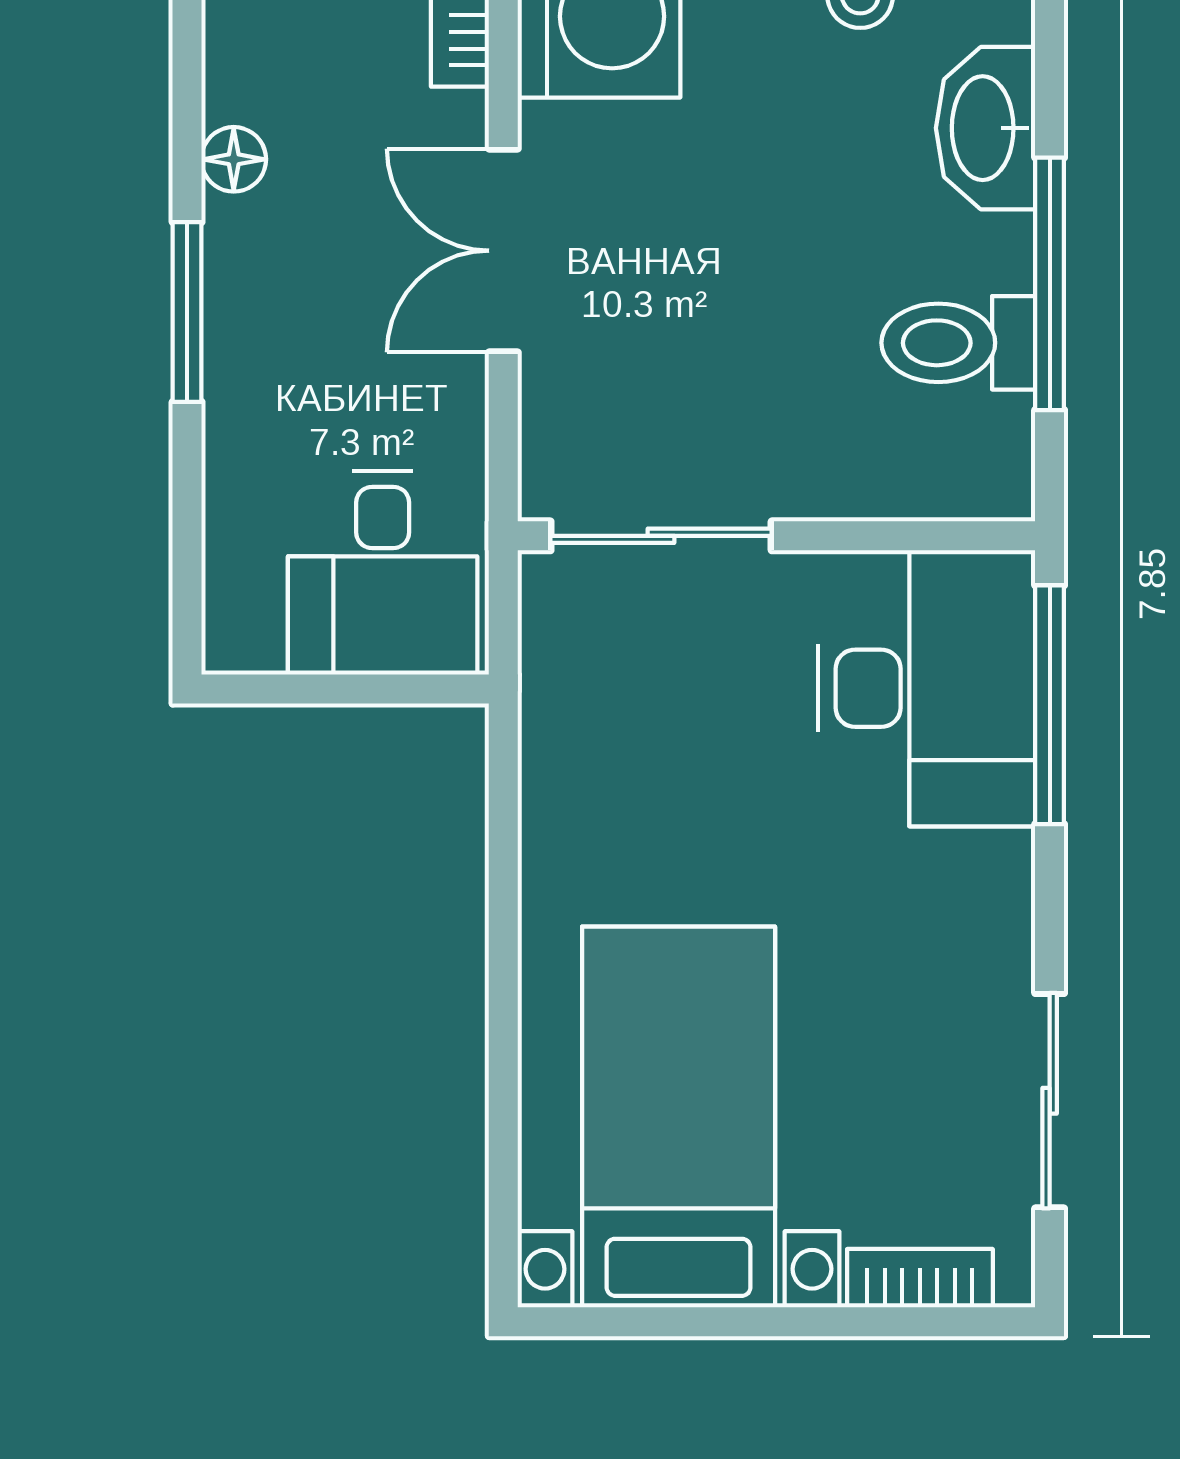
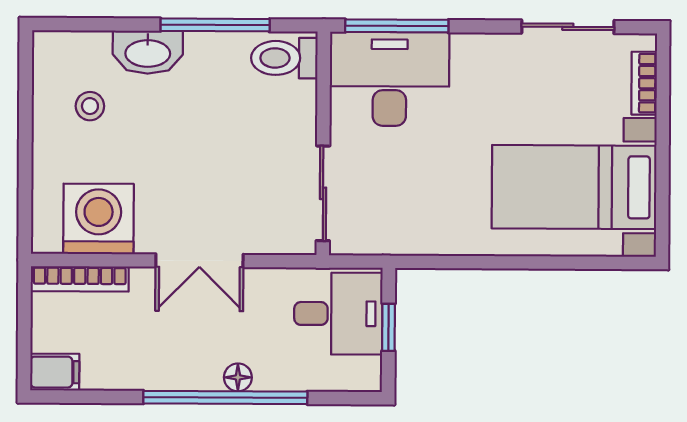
floor lamp: (234, 159) -> (238, 377), moved
window: (187, 312) -> (225, 397), width x2.11
toilet: (958, 343) -> (284, 58), moved, turned 90
window: (352, 689) -> (389, 327), added

